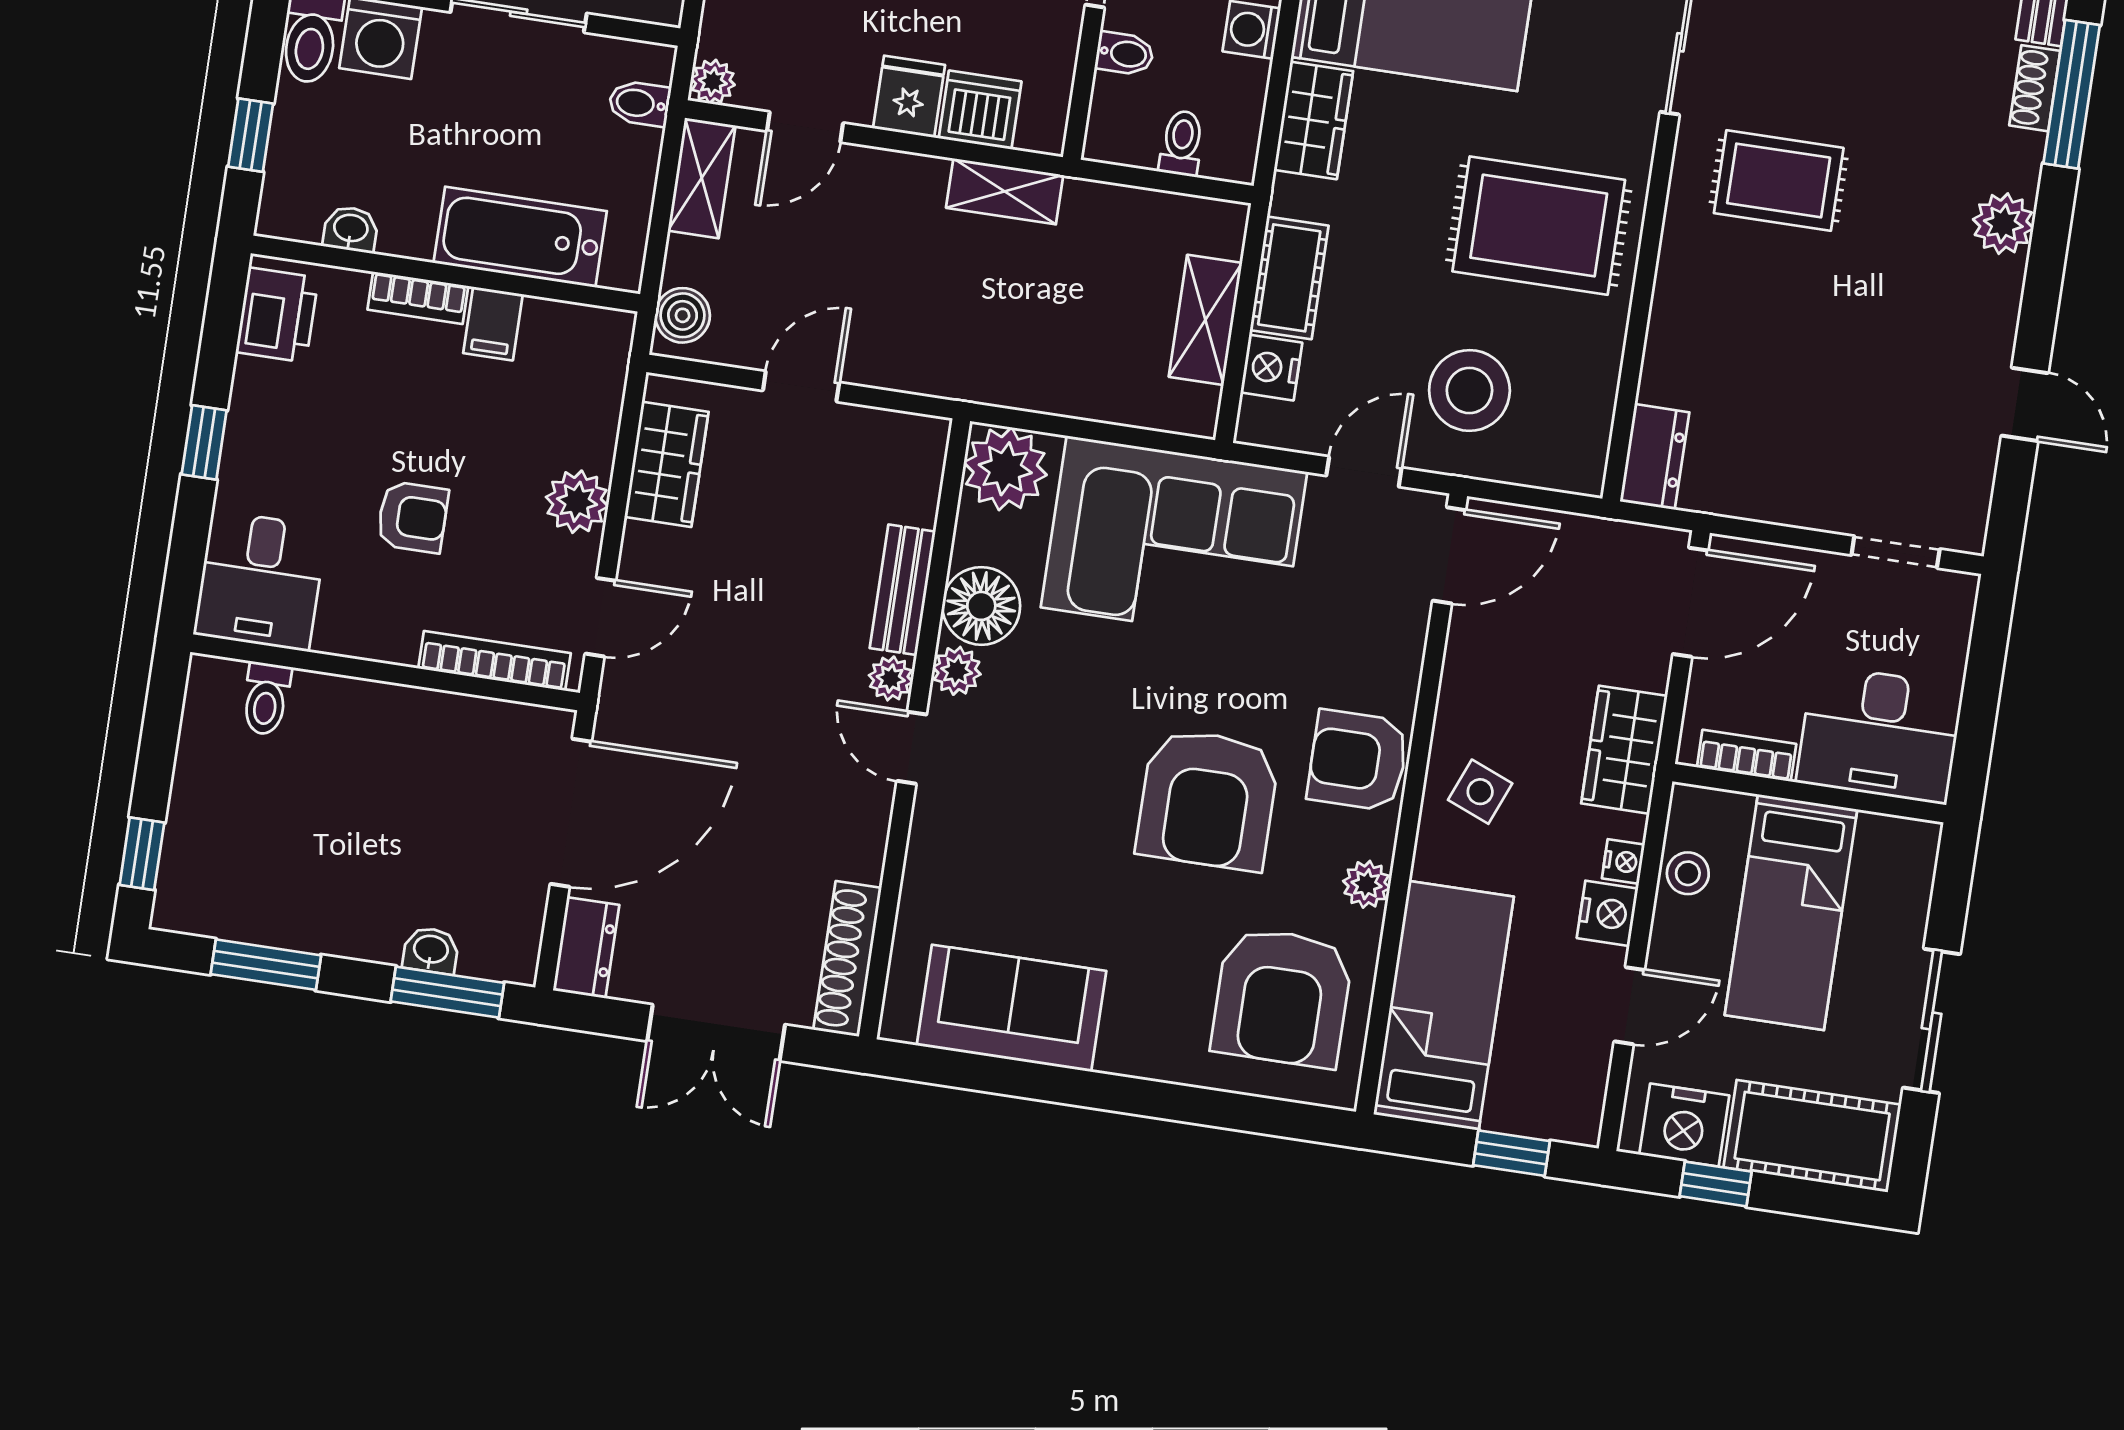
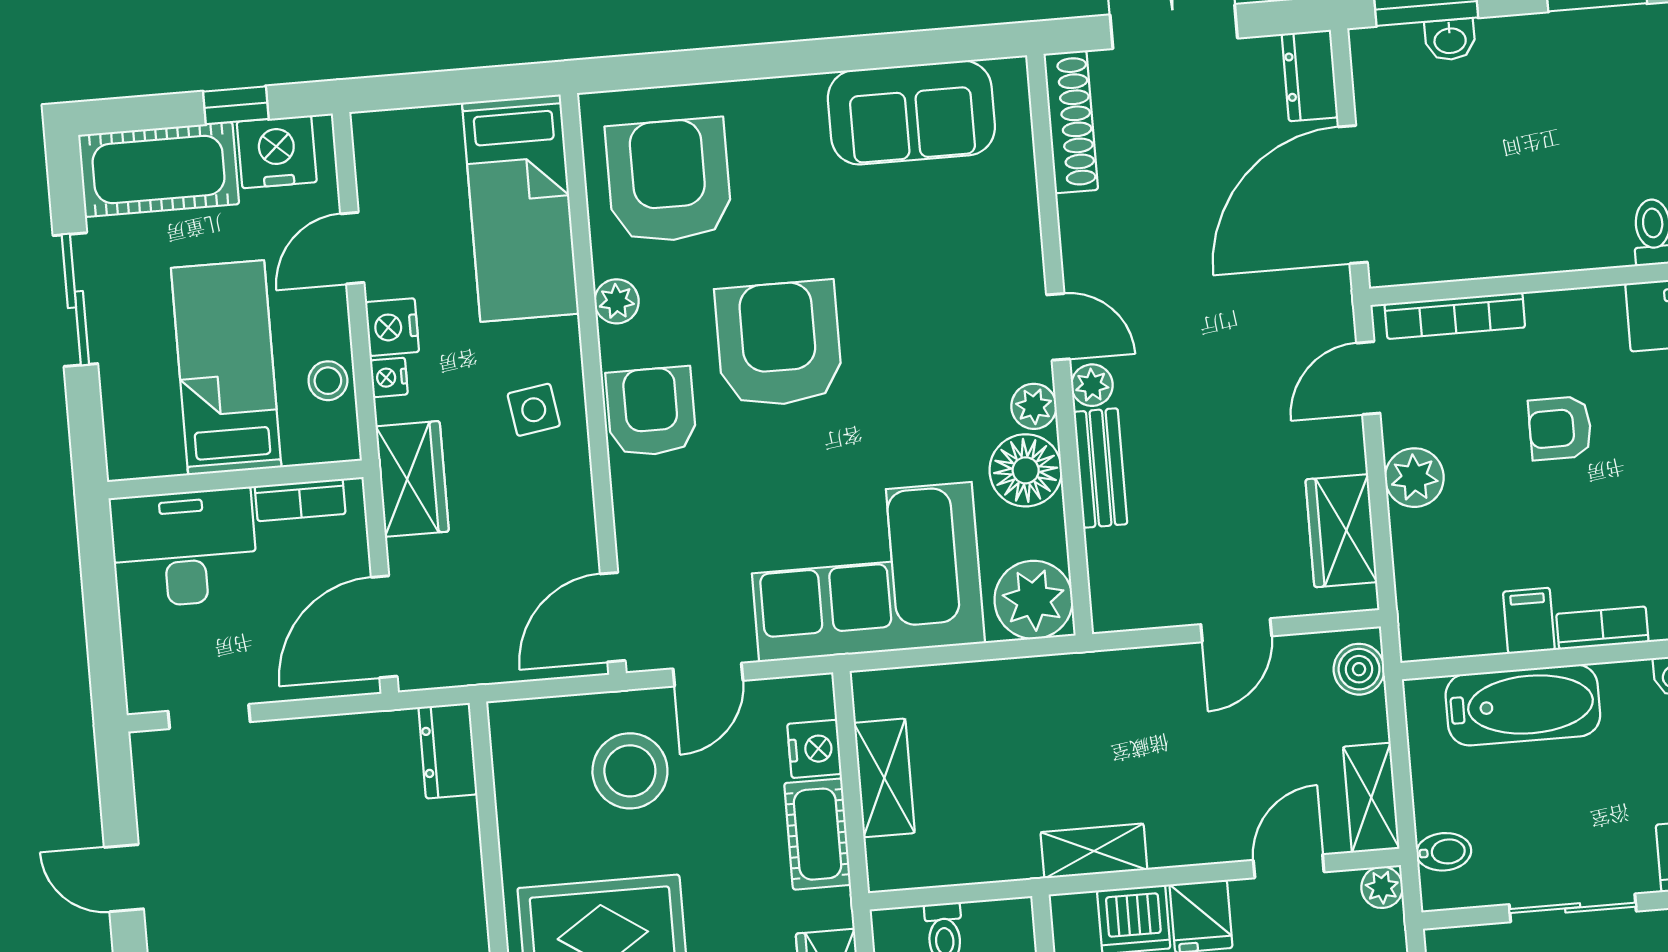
armchair: (1358, 760) -> (651, 412), turned -90
side table: (1480, 792) -> (534, 410), turned -31
window: (1512, 1153) -> (427, 89), removed

